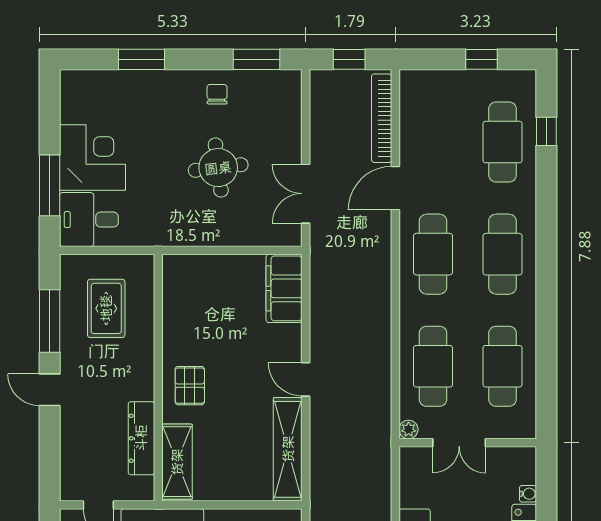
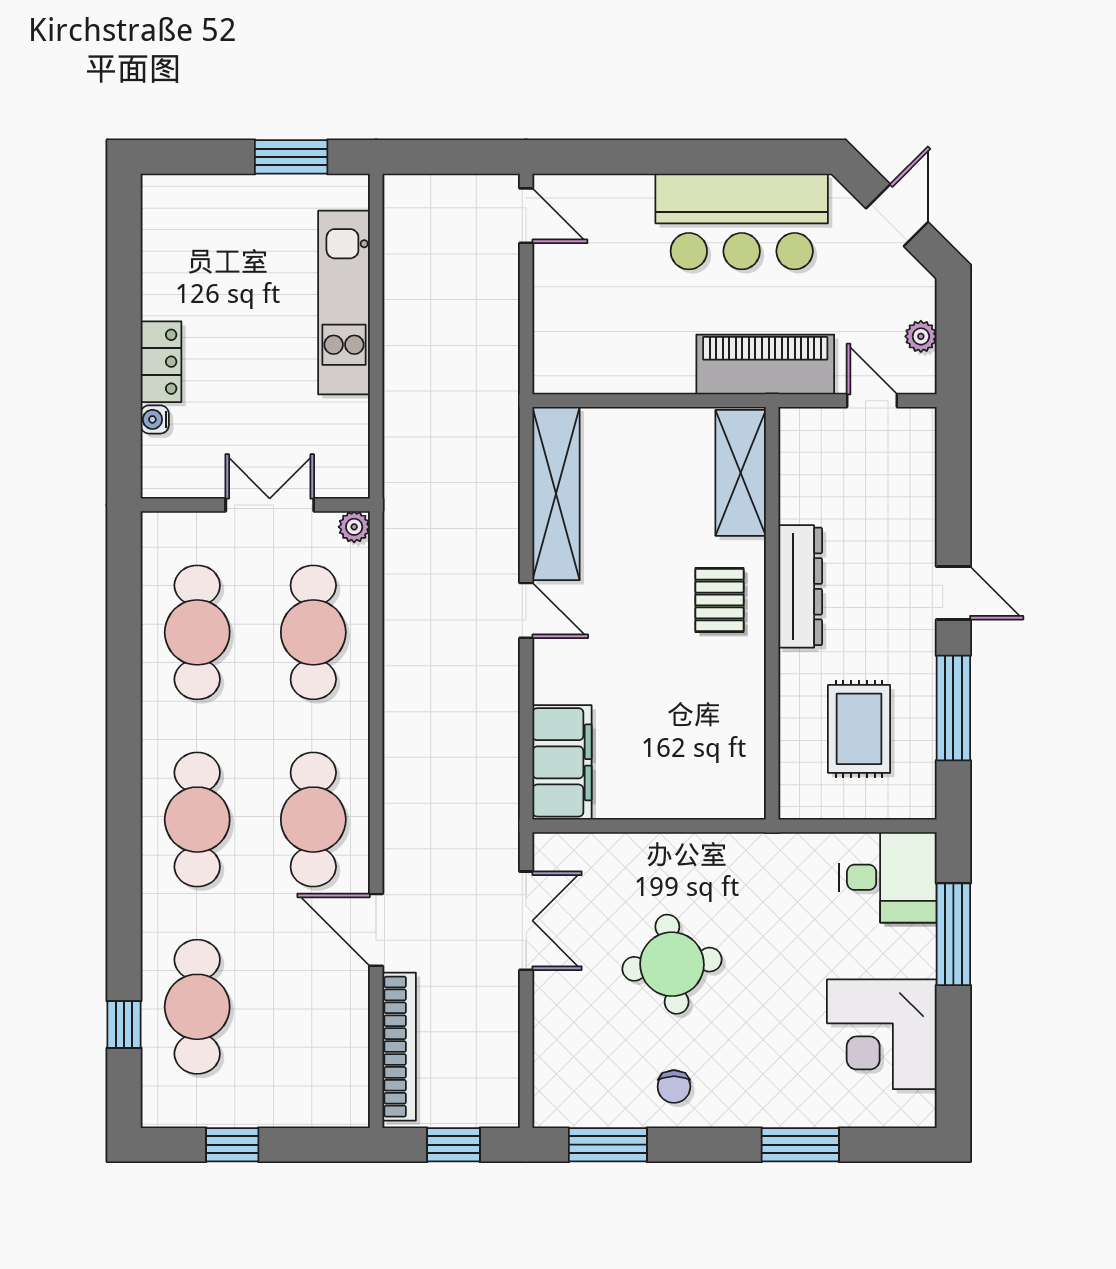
corner desk: (93, 158) -> (882, 1034), moved
door: (395, 188) -> (376, 930), swing flipped
dresser: (141, 438) -> (800, 586), moved

